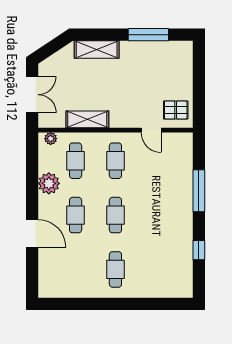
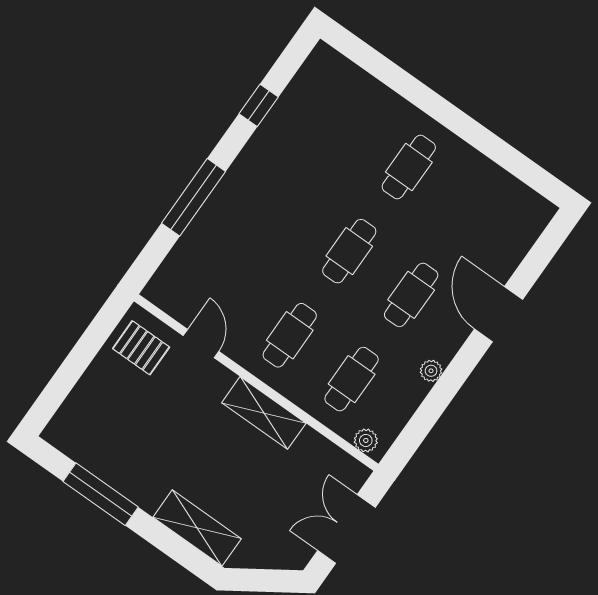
shelving: (87, 119) -> (264, 413), moved
plant: (49, 183) -> (431, 371), width x0.53, depth x0.53

